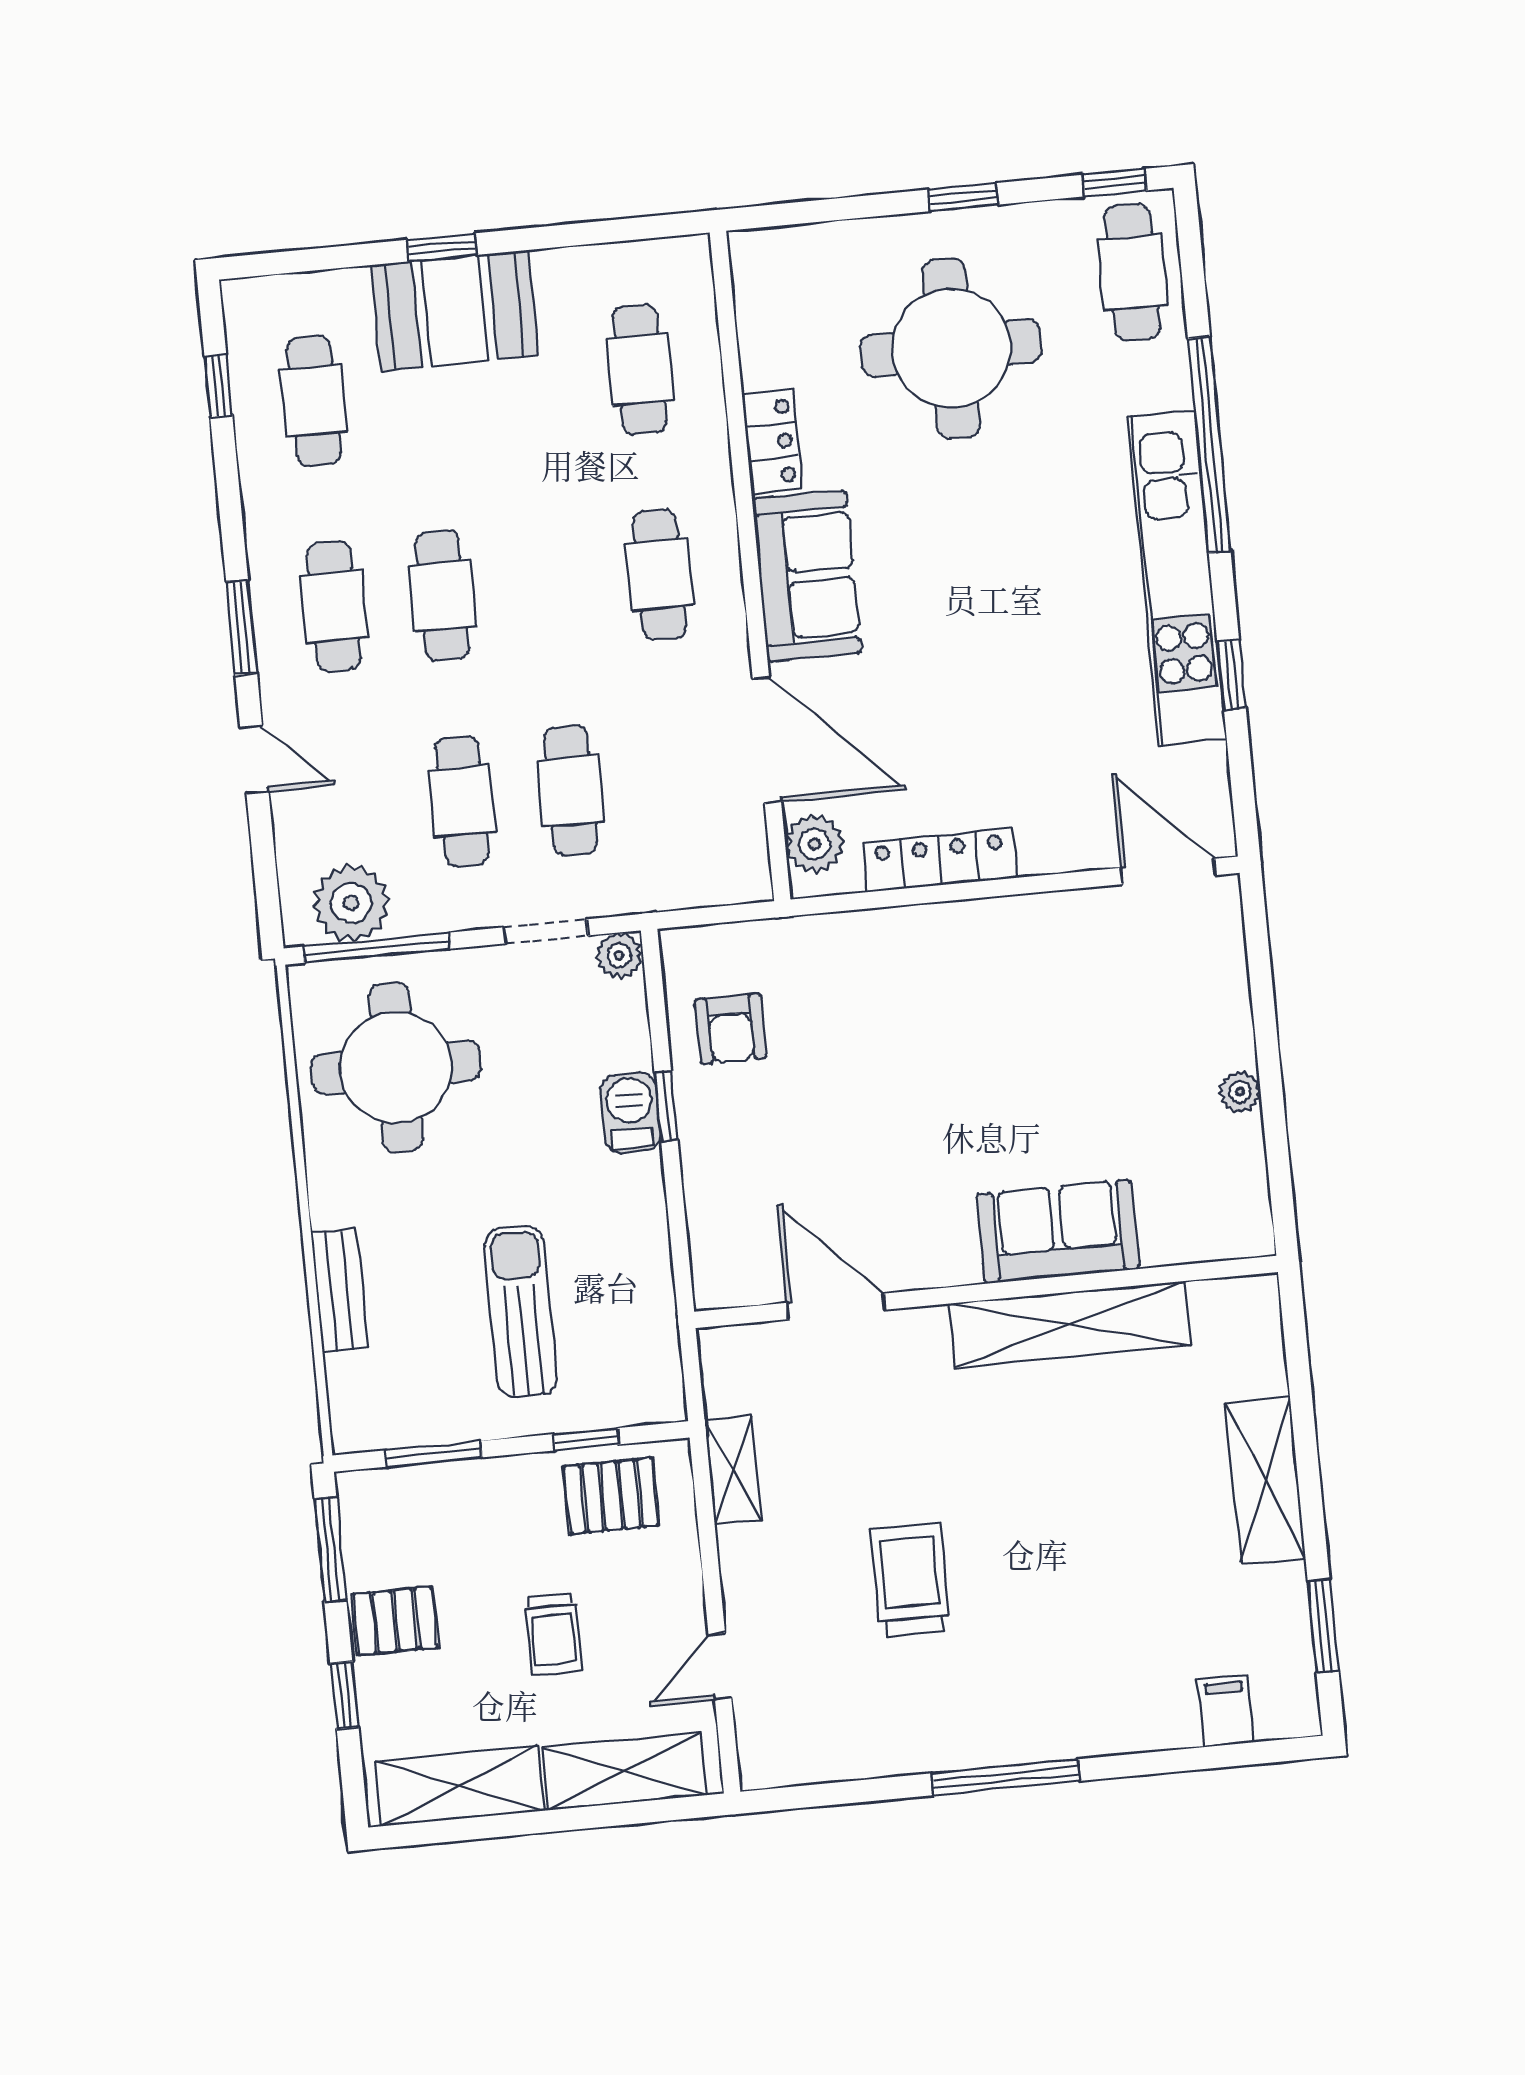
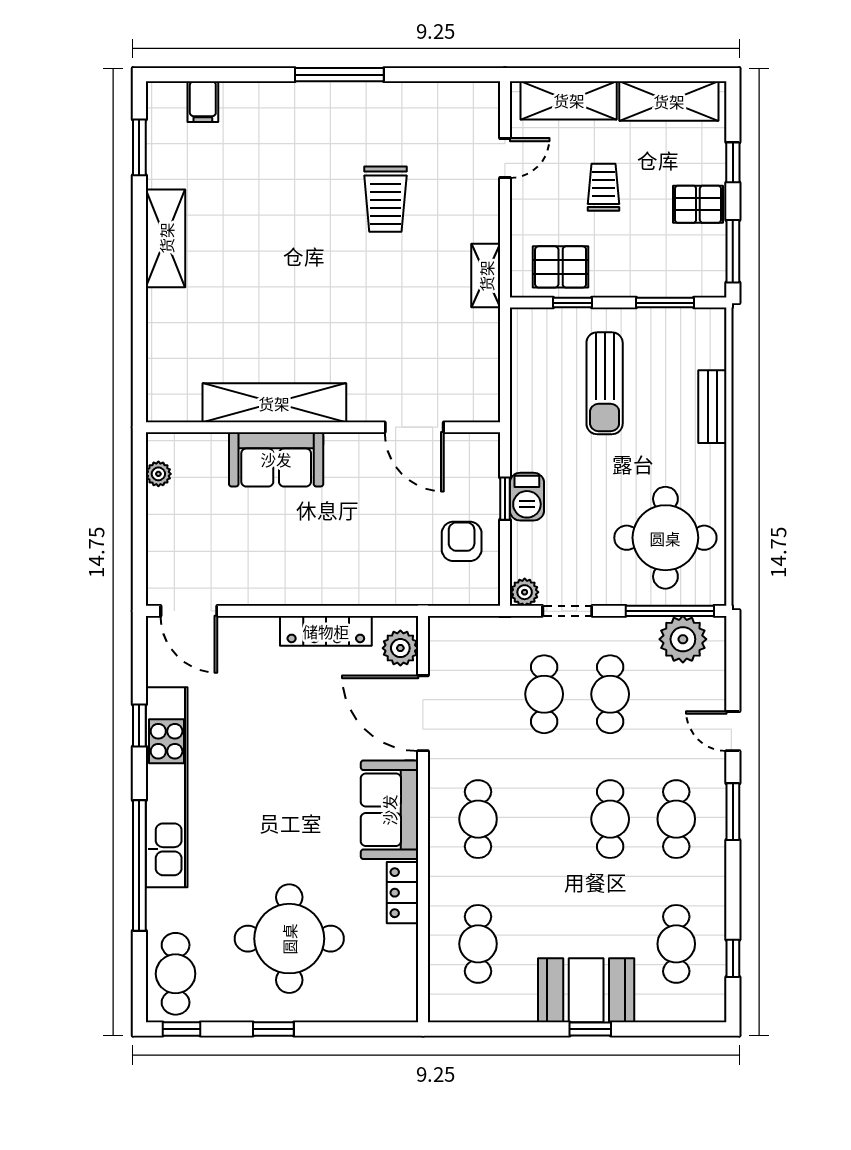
sofa: (1058, 1232) -> (276, 459), moved
wall: (986, 1292) -> (323, 427), moved
door: (836, 1306) -> (414, 427), moved
shelving: (1070, 1324) -> (274, 403), moved

